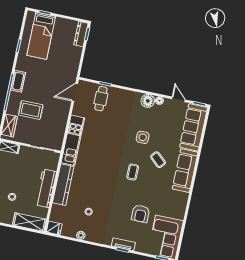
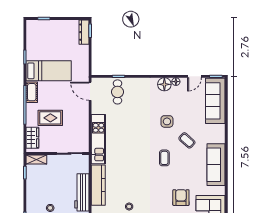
bed: (41, 36) -> (49, 71), moved, turned -90
door: (75, 92) -> (90, 91), hinge flipped
door: (178, 99) -> (194, 76), swing flipped
sofa: (185, 171) -> (216, 165), moved
armchair: (141, 214) -> (181, 198), turned 180

